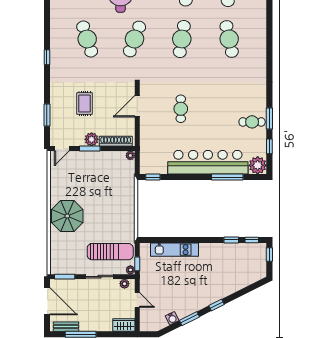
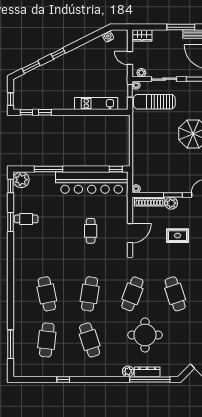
rug: (85, 103) -> (178, 236), turned 90
window: (269, 146) -> (10, 186), moved
bar counter: (208, 162) -> (92, 183), moved
water cooler: (172, 318) -> (108, 37), moved
window: (189, 319) -> (31, 67), moved

